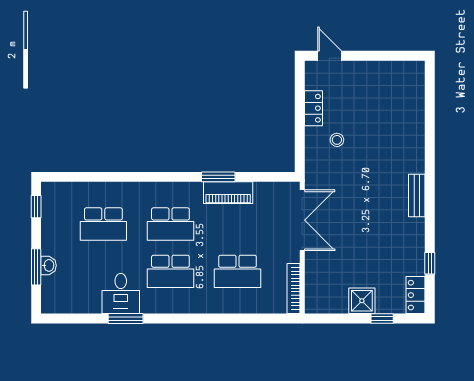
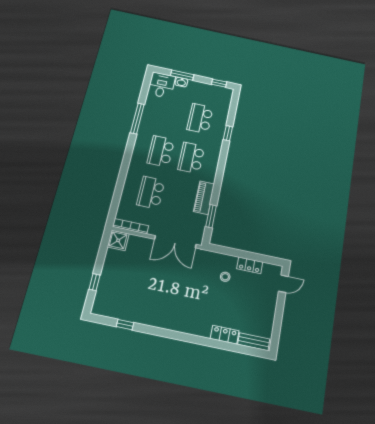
window: (118, 177) -> (228, 133), added
window: (218, 177) -> (211, 216), moved
bench: (417, 195) -> (254, 342), moved
desk: (121, 294) -> (161, 85), moved, turned 90
locker: (416, 295) -> (225, 335), moved
shower: (362, 301) -> (118, 240), moved
window: (126, 319) -> (137, 118), width x1.44

